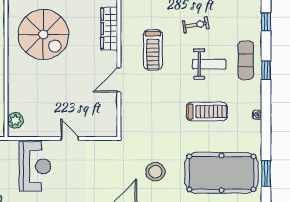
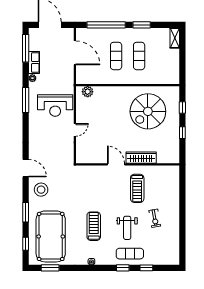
window: (266, 22) -> (146, 268), moved
wardrobe: (109, 29) -> (141, 158), moved
treadmill: (153, 50) -> (137, 188), turned -90
treadmill: (207, 112) -> (94, 226), turned 180
stool: (155, 172) -> (41, 190), moved

